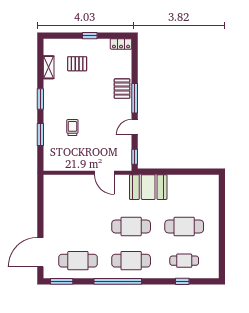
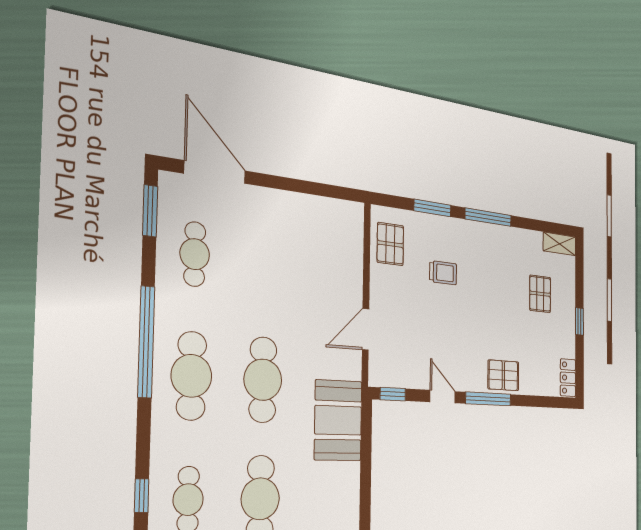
shelving: (49, 67) -> (559, 244), moved
window: (40, 99) -> (488, 217), width x1.44
pallet: (62, 159) -> (390, 244), added
cafe table: (78, 261) -> (195, 254), width x0.73, depth x0.74

